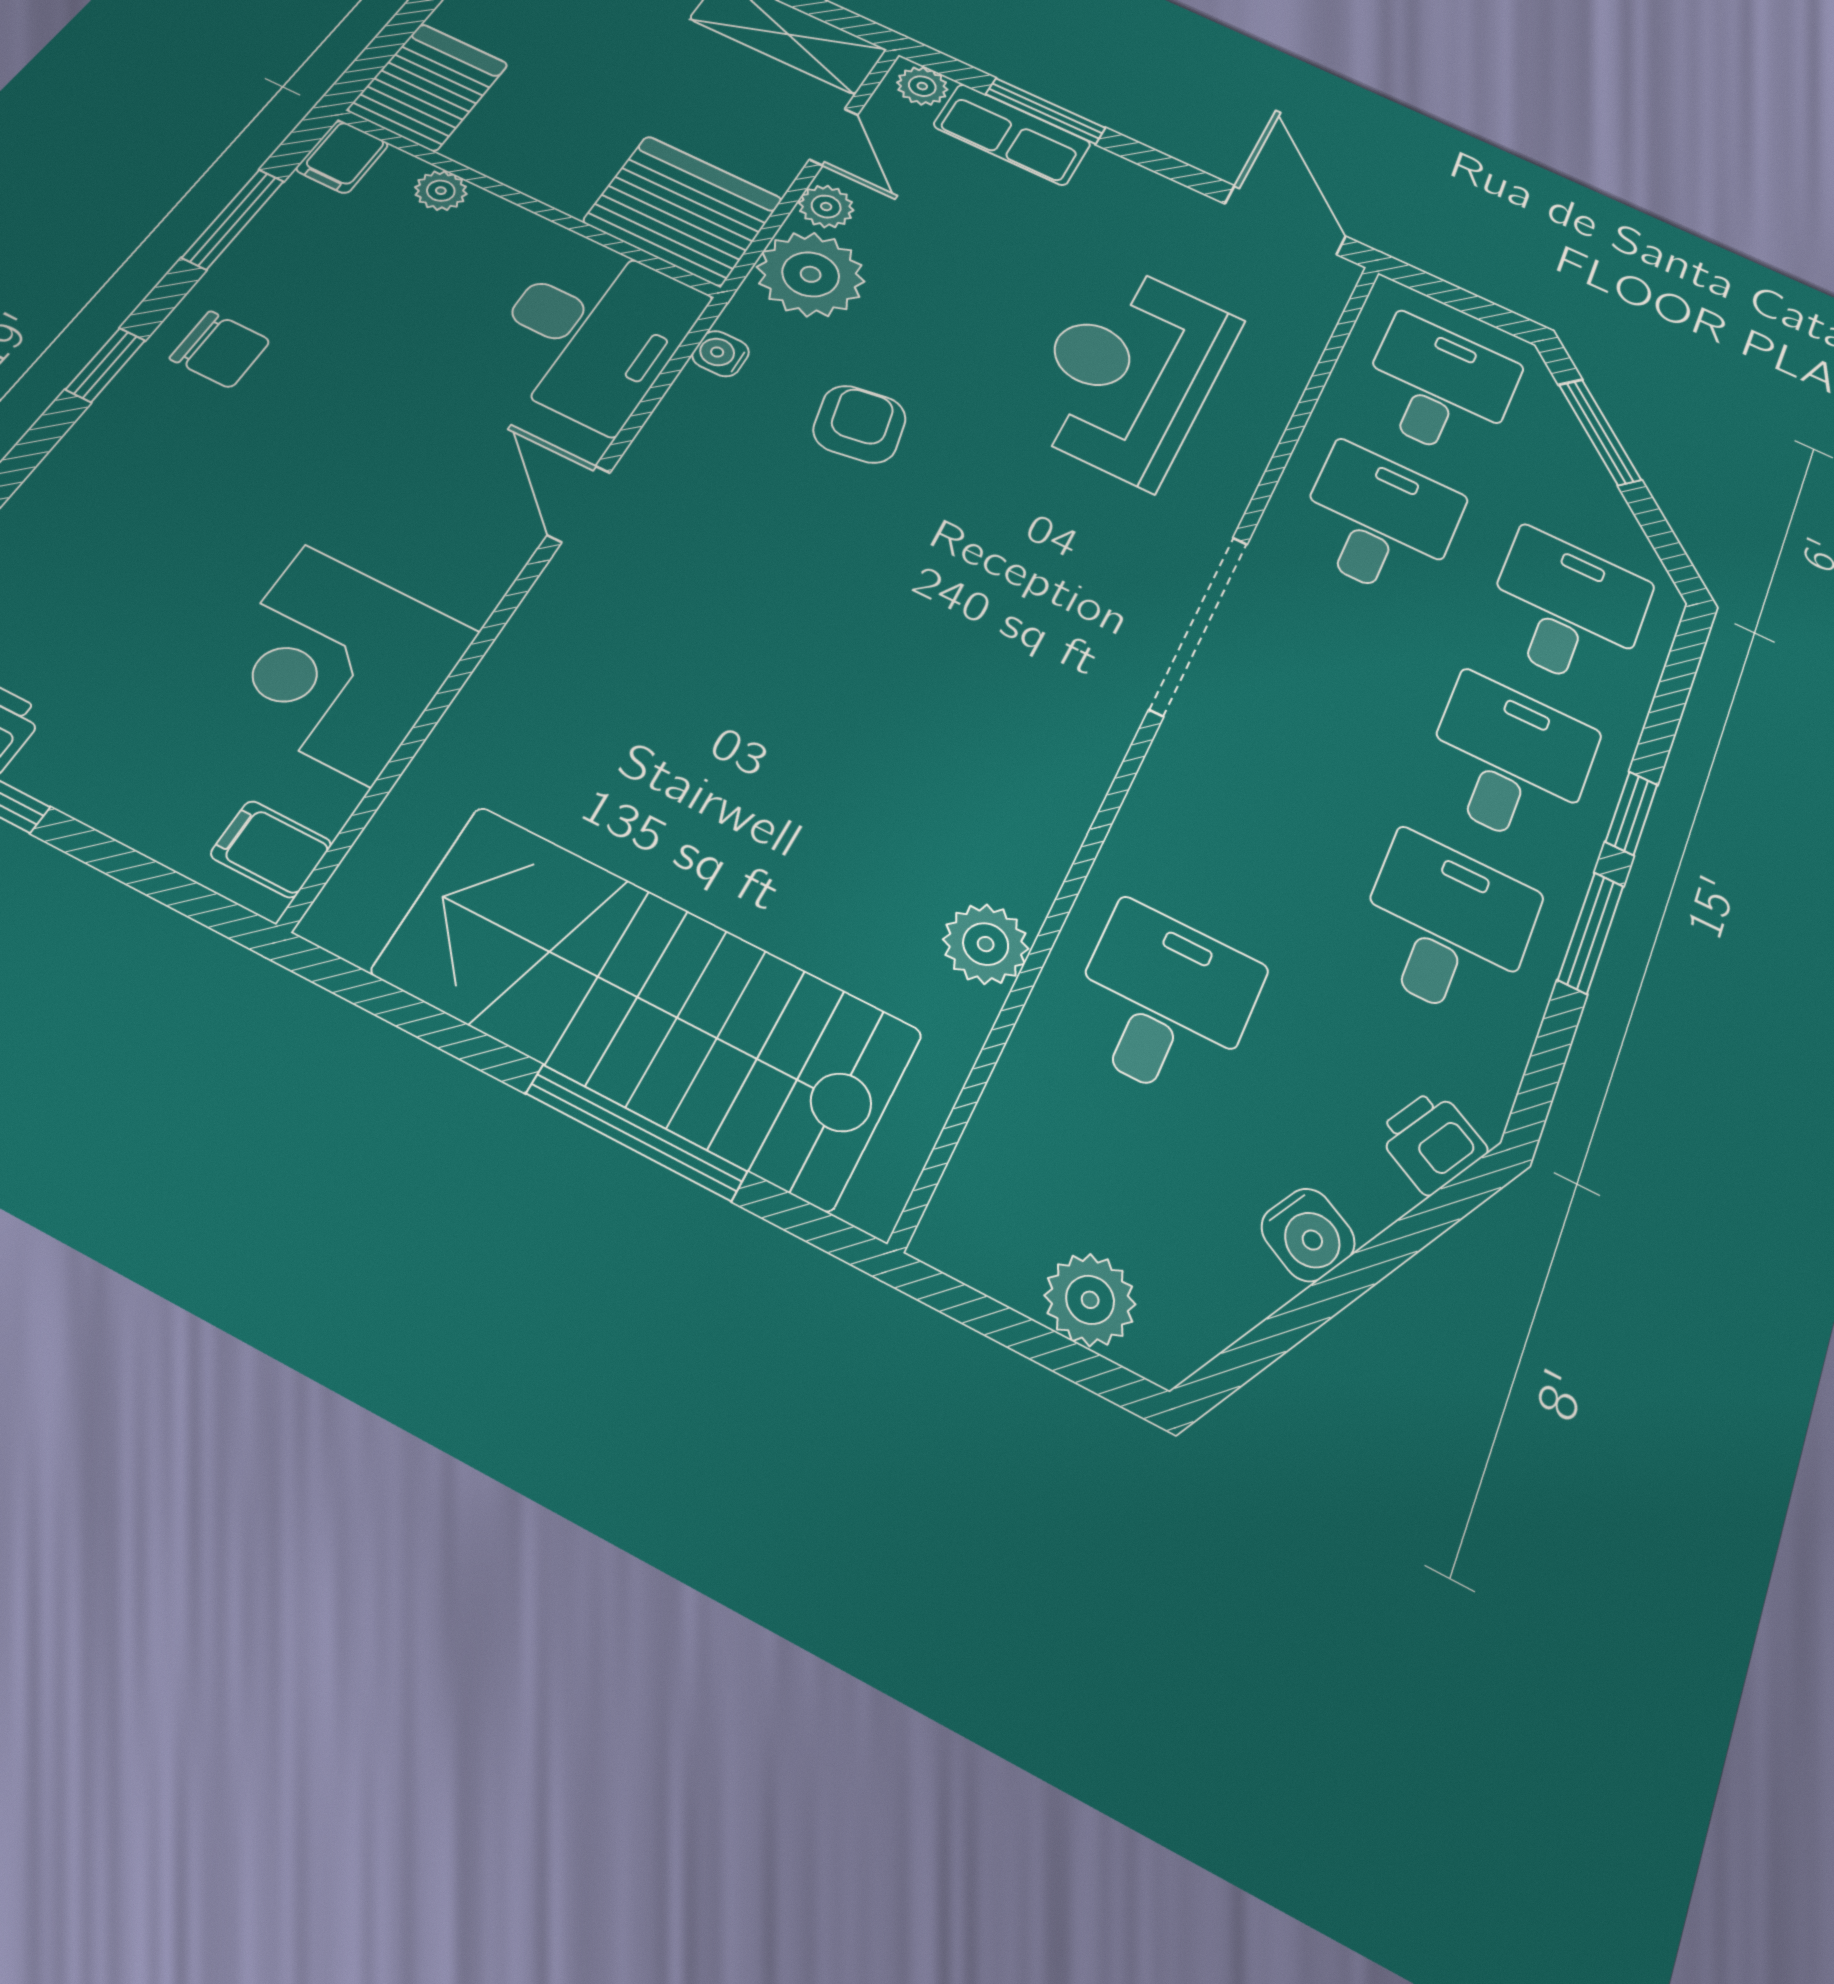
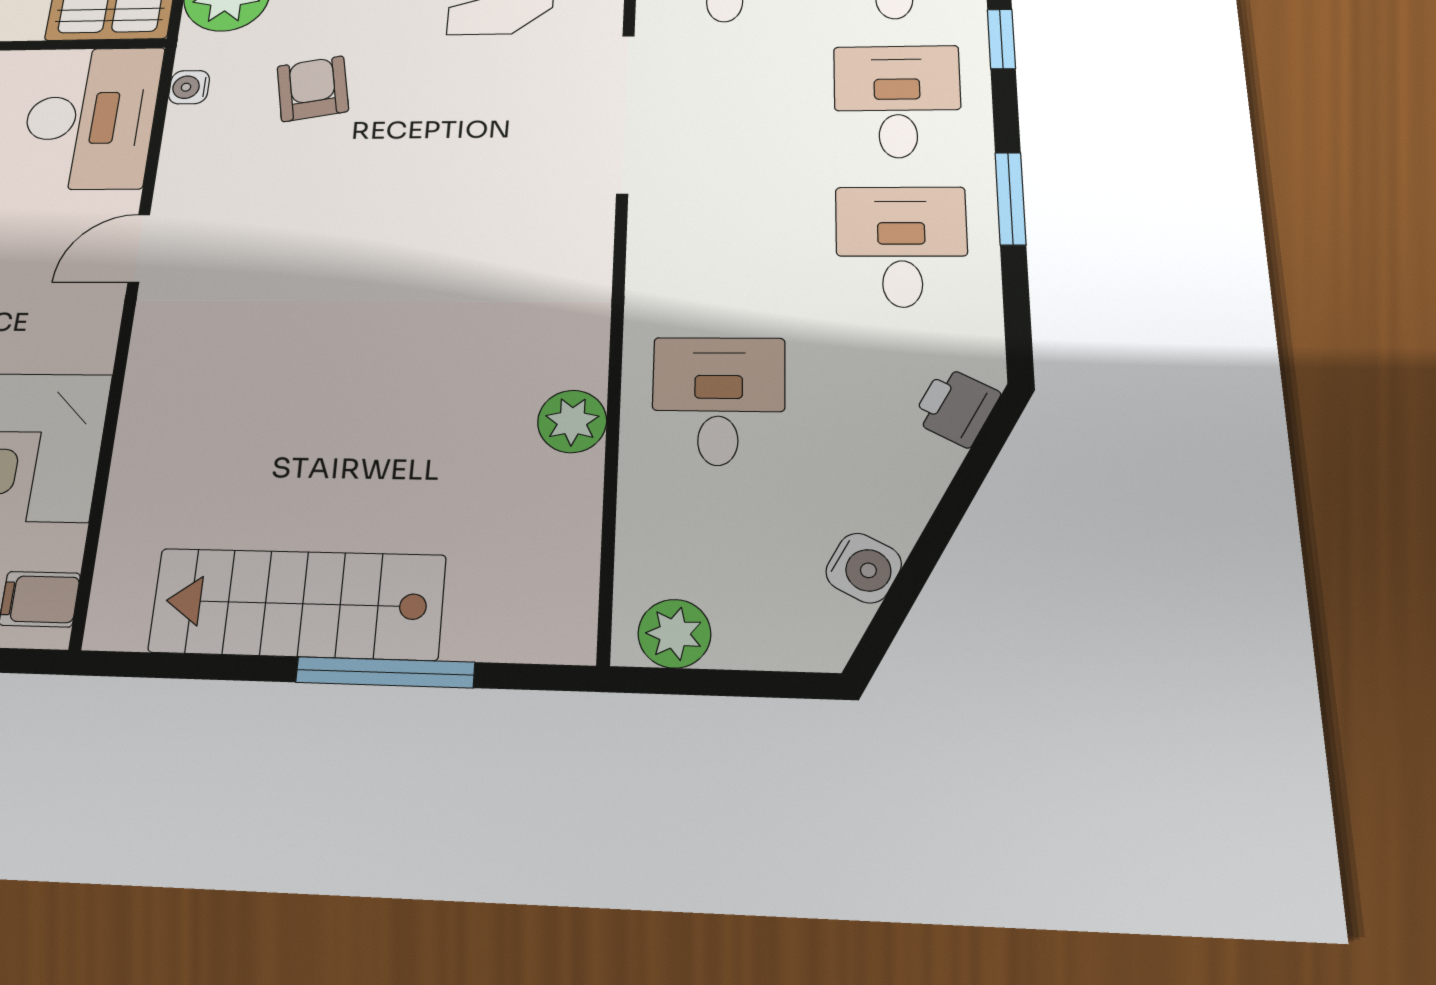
door: (579, 504) -> (139, 248), hinge flipped
window: (1631, 813) -> (1001, 39), moved
stairs: (649, 1003) -> (297, 604), width x0.73, depth x0.66
water cooler: (1308, 1235) -> (864, 568), moved
plant: (1090, 1300) -> (674, 634), moved

